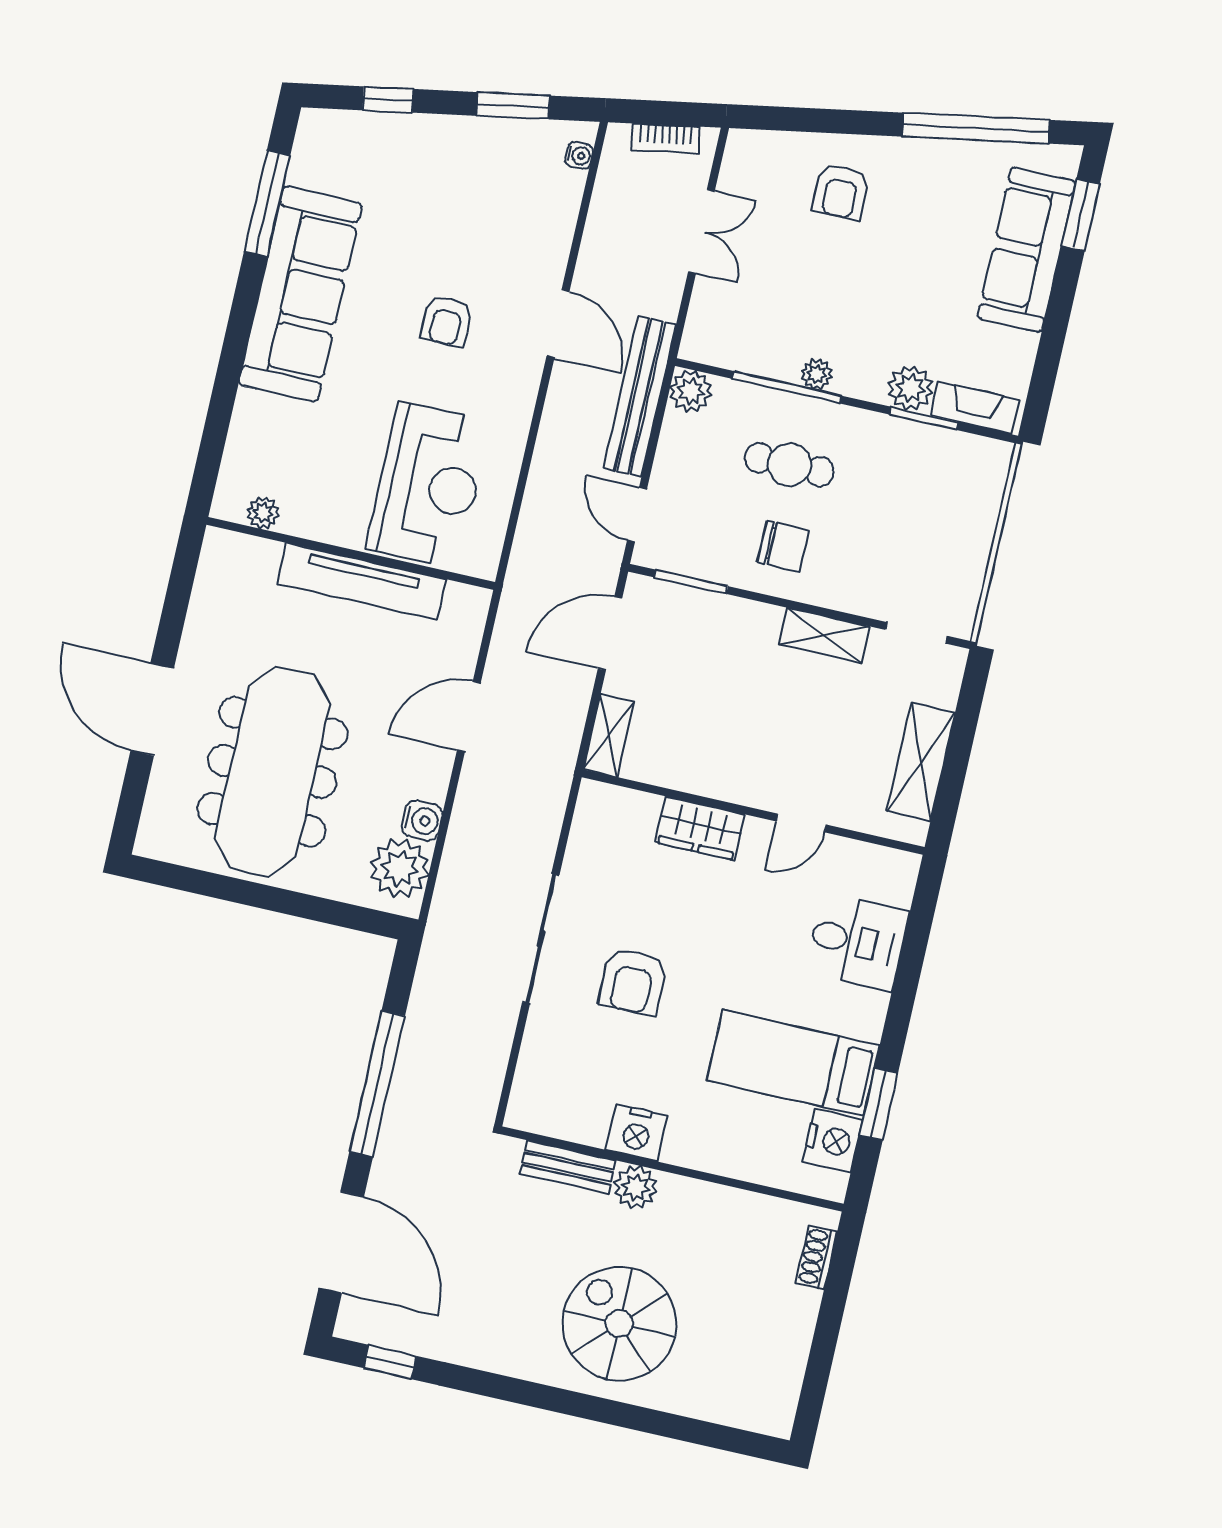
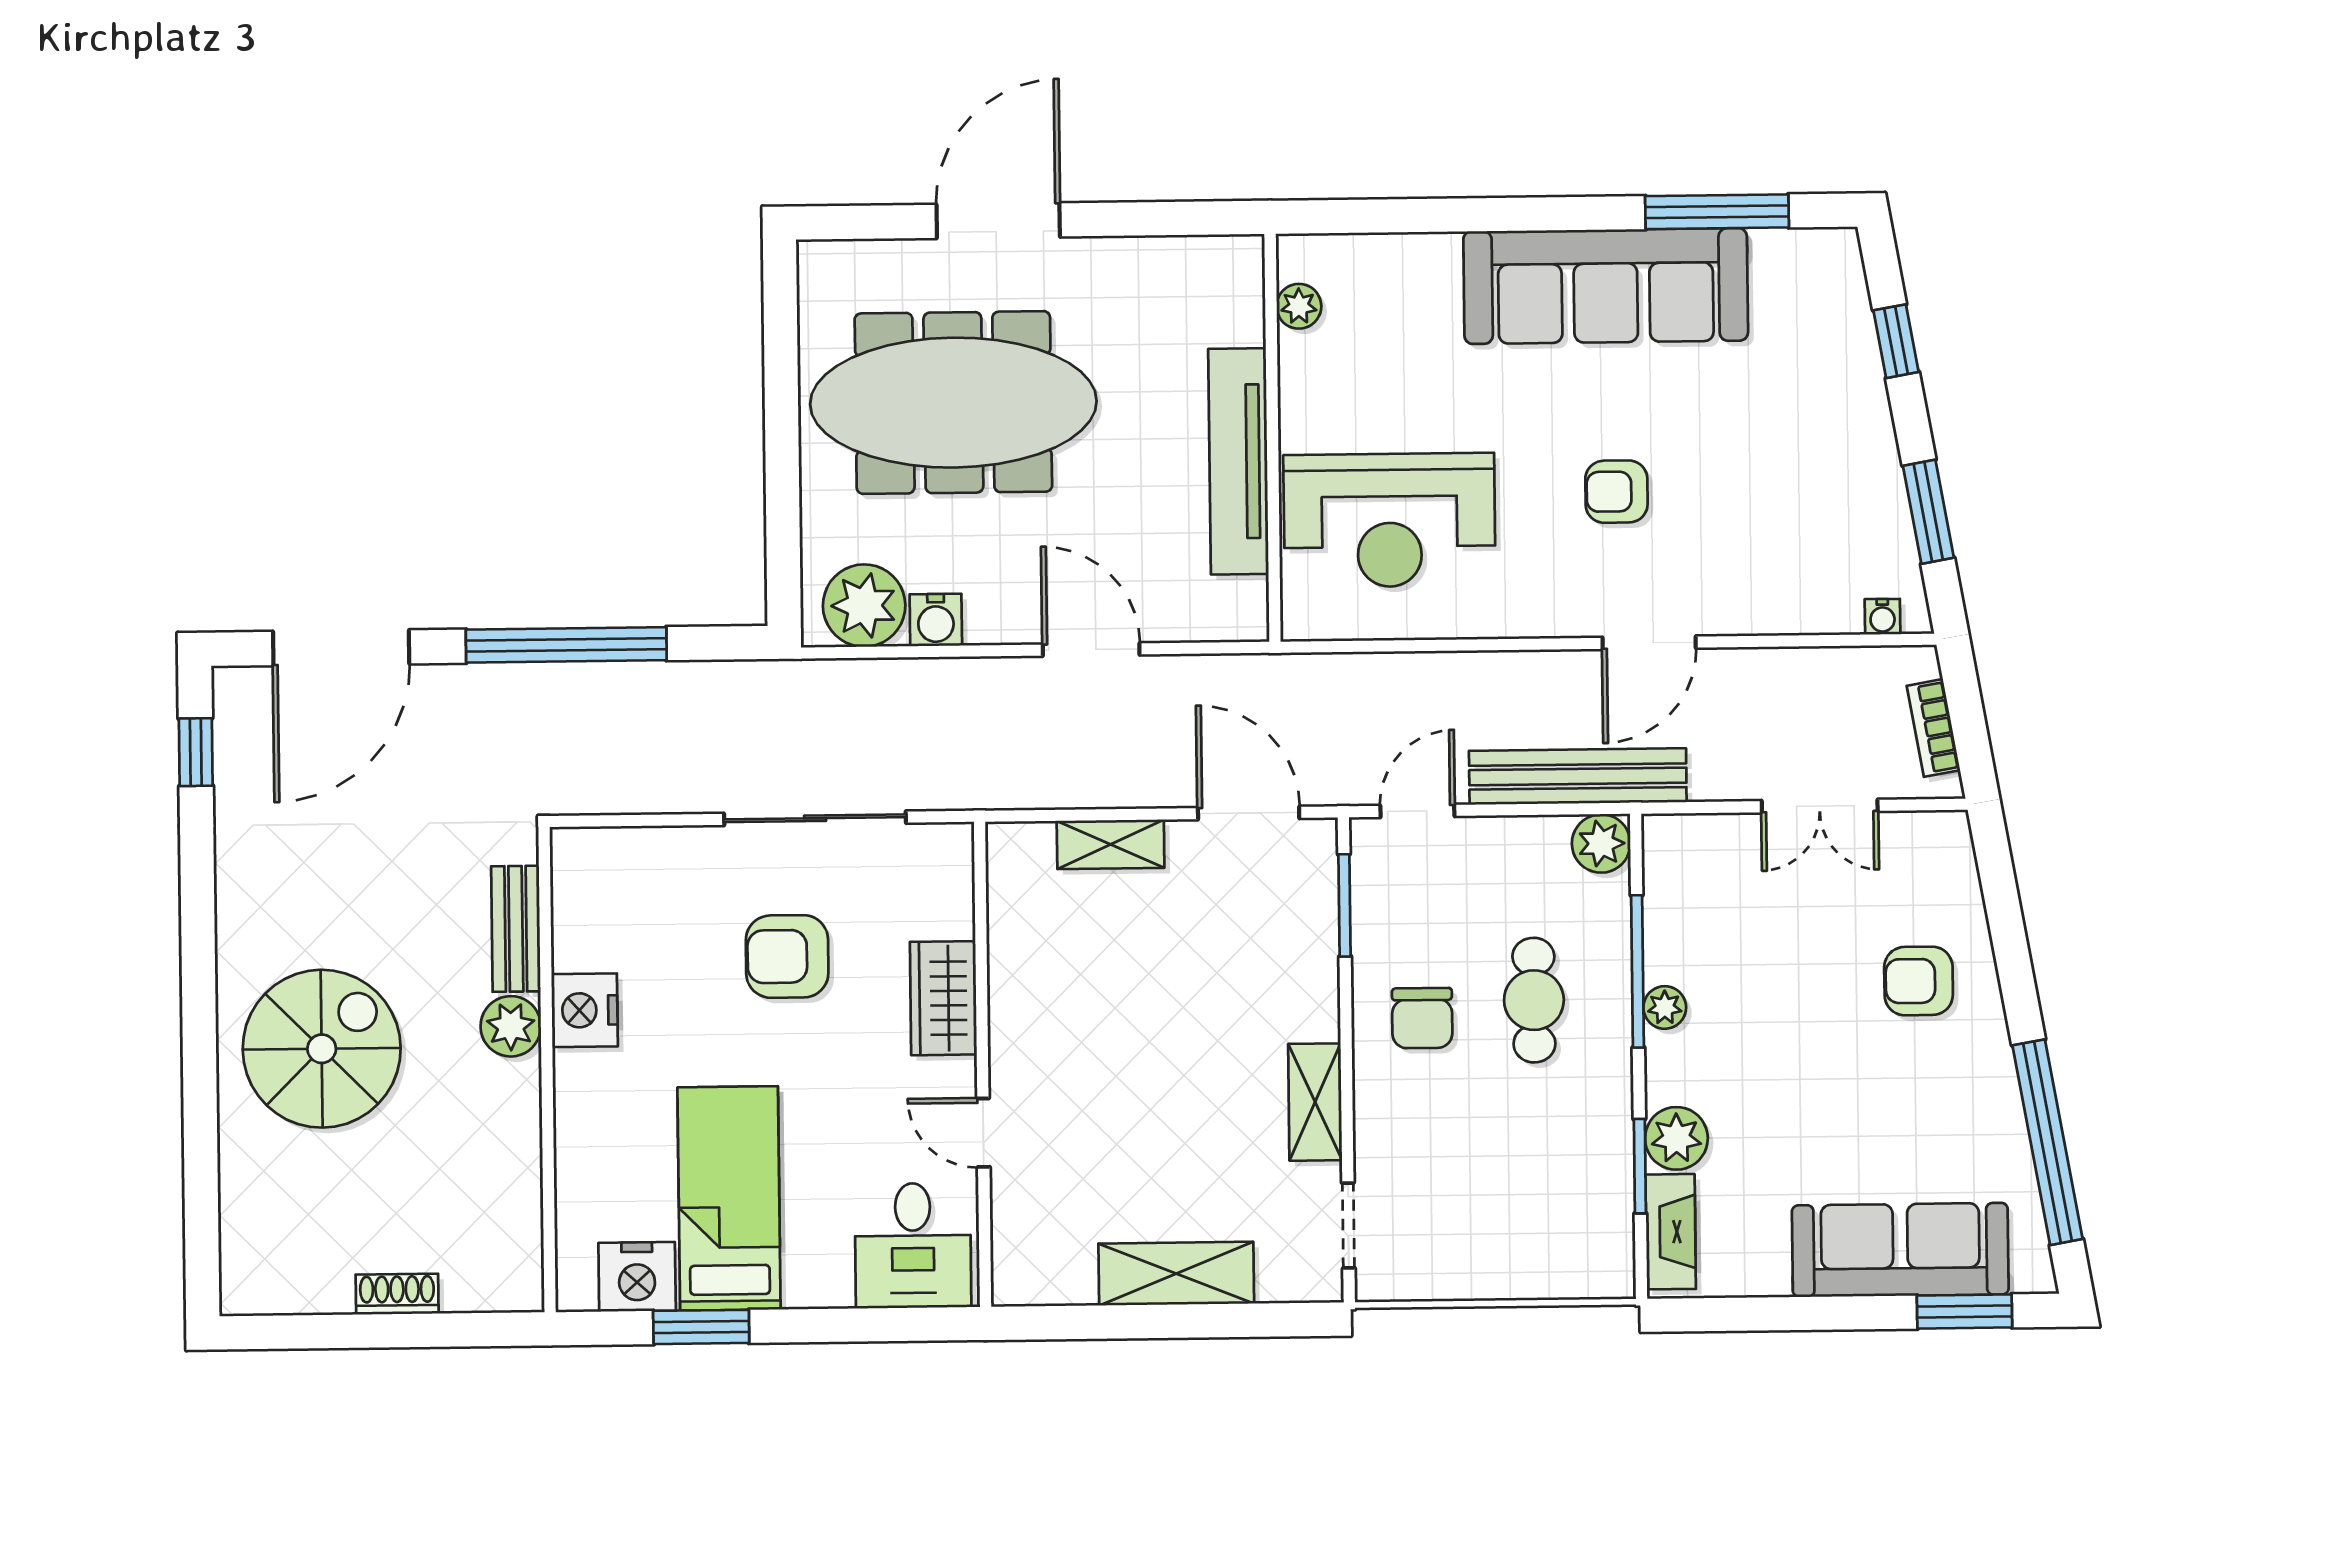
wall: (753, 812) -> (982, 1064), moved
door: (801, 823) -> (983, 1133), moved
wardrobe: (700, 828) -> (943, 998), moved
shoe rack: (817, 1257) -> (397, 1294), moved

